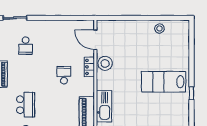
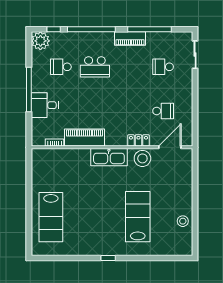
school desk: (64, 75) -> (163, 111), moved
lab bench: (164, 82) -> (138, 217), moved
kitchen sink: (104, 106) -> (109, 157), moved

